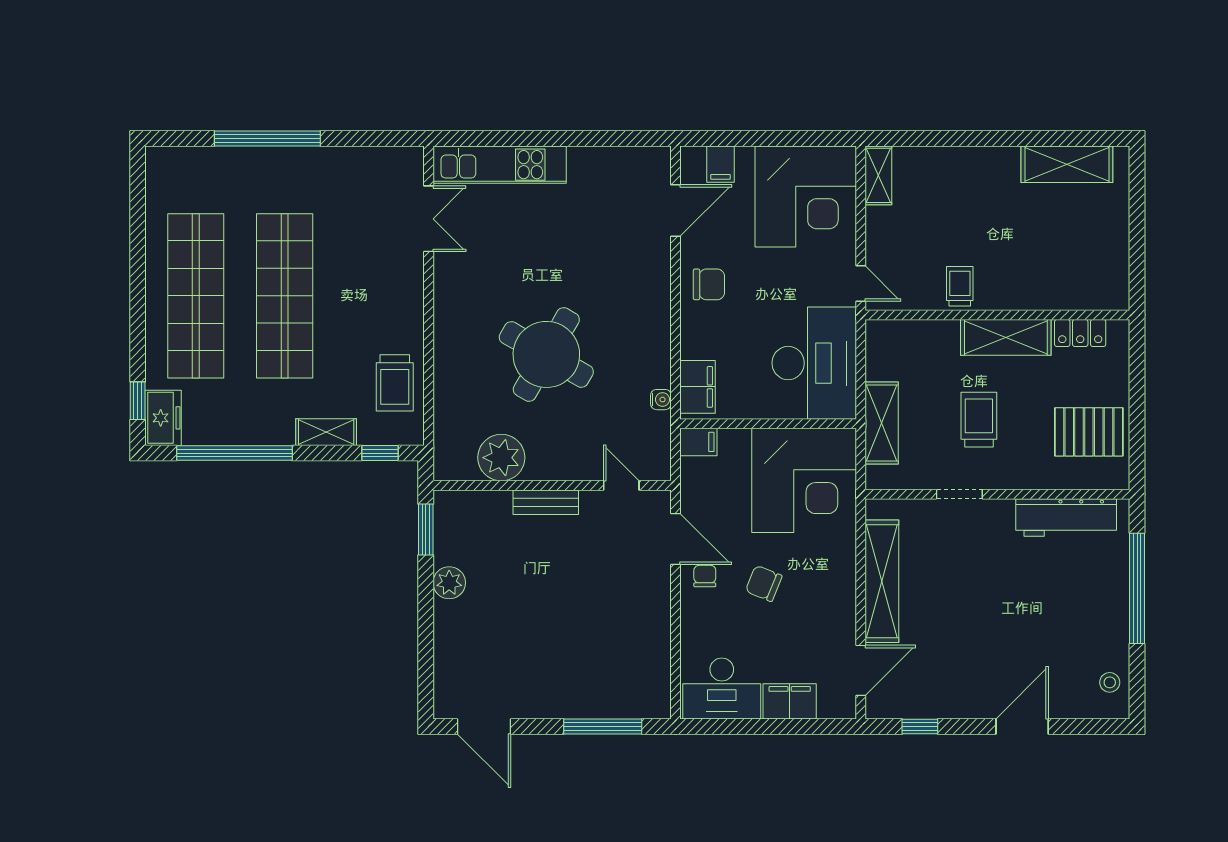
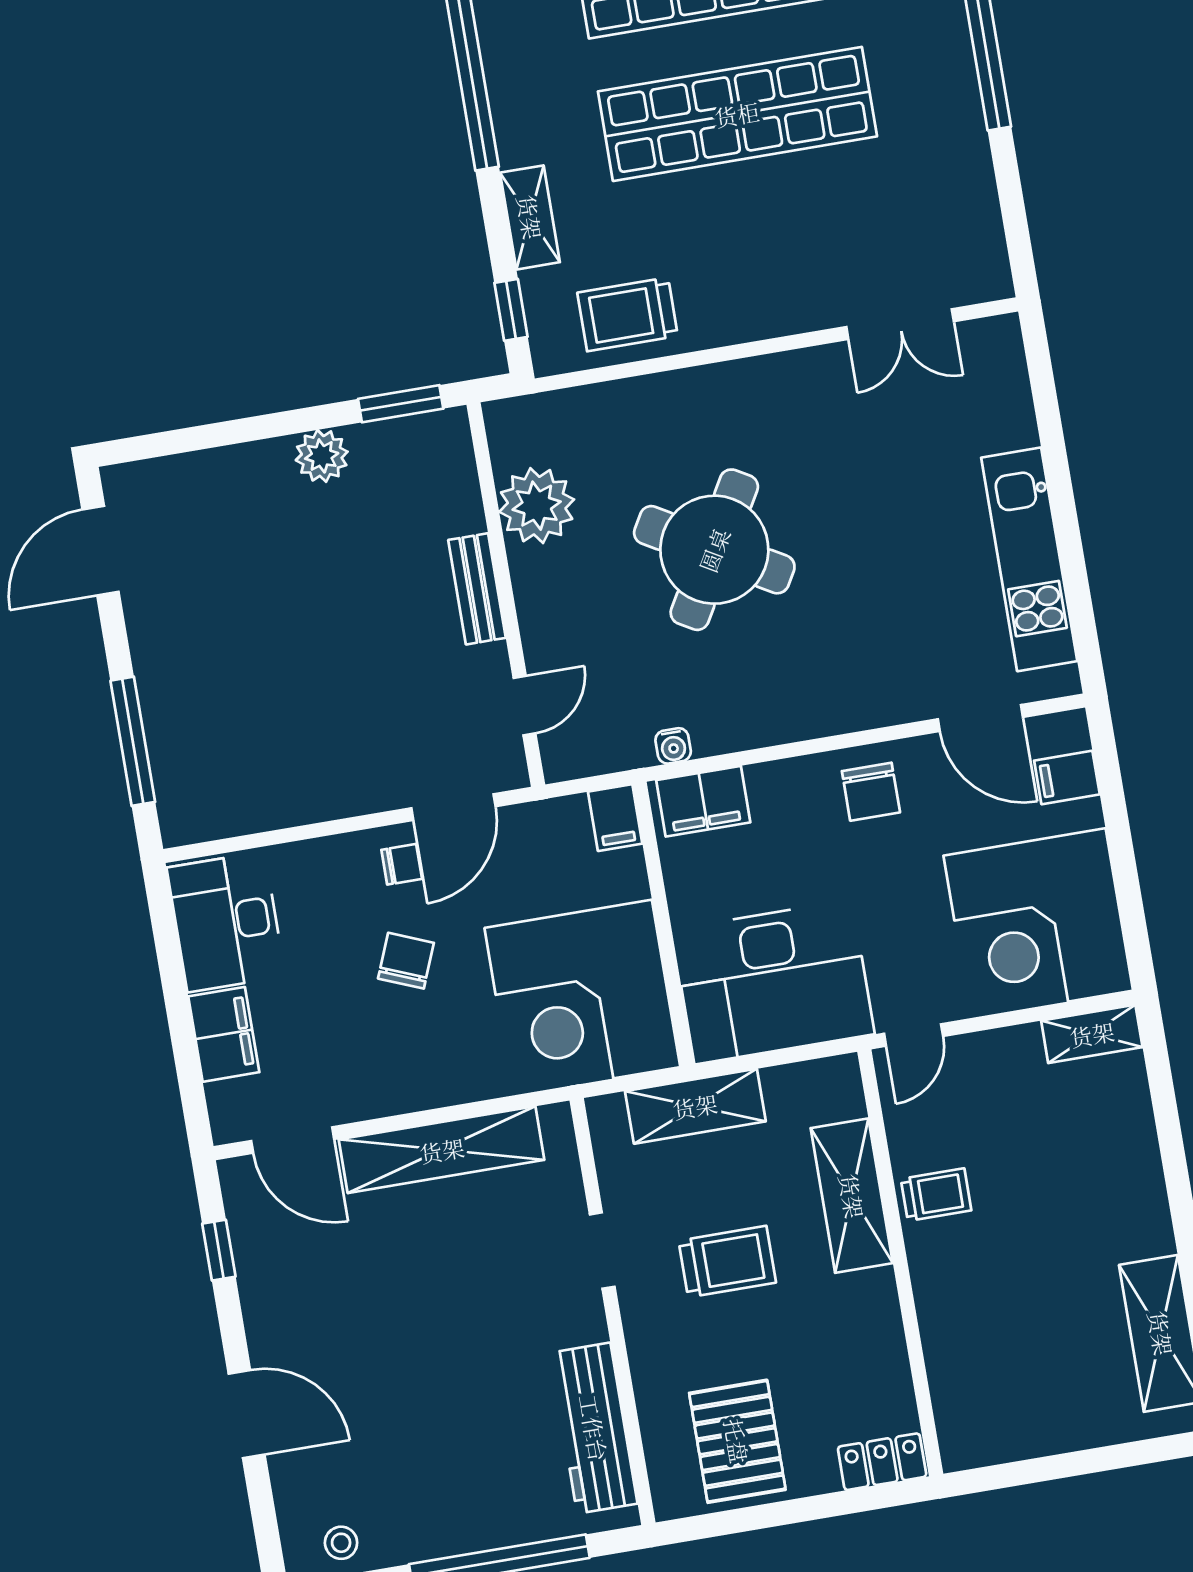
kitchen unit: (500, 165) -> (1029, 559), moved
locker: (1080, 333) -> (882, 1462), moved, turned 90
shelving: (1006, 337) -> (852, 1196), moved

